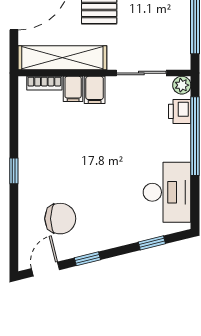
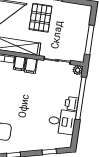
printer: (180, 111) -> (72, 104), moved
desk: (167, 192) -> (62, 122), width x0.73

